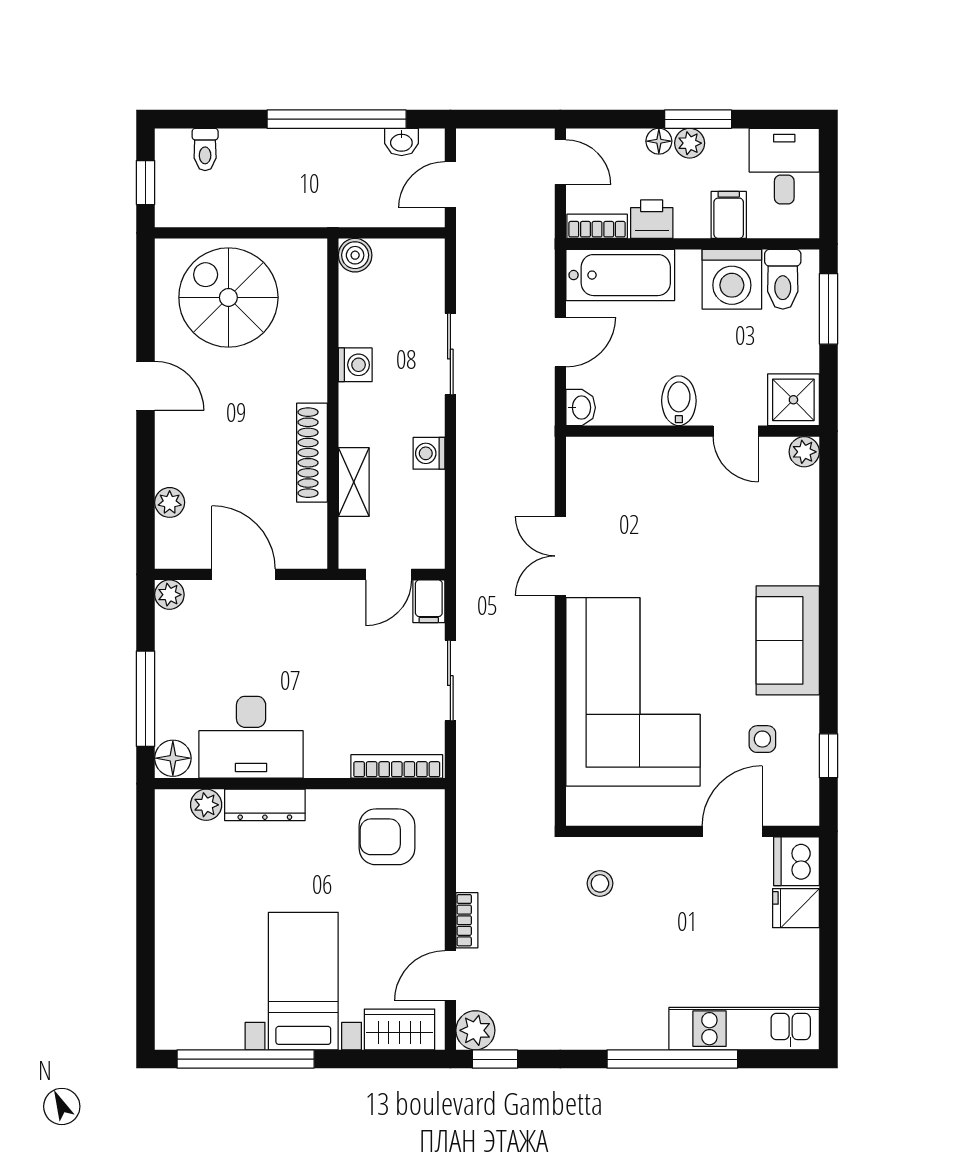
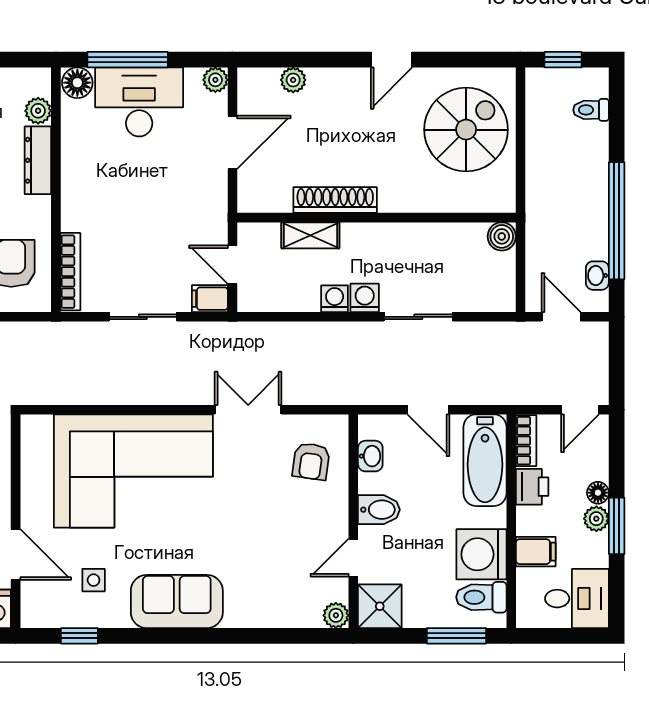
washing machine: (355, 365) -> (365, 298), moved, turned 180
washbasin: (581, 408) -> (370, 456), moved, turned -90
armchair: (622, 481) -> (311, 461), added
desk: (251, 737) -> (139, 102), moved, turned 90

